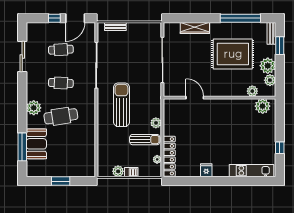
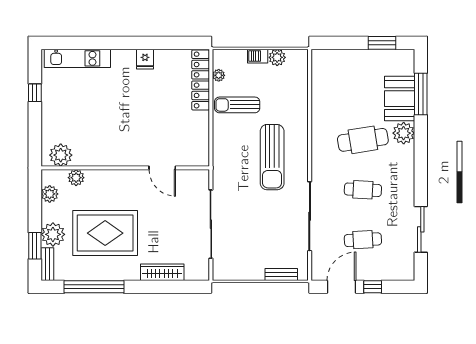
plant: (268, 66) -> (53, 234), moved
plant: (34, 108) -> (404, 133), moved
plant: (156, 123) -> (220, 130), removed
window: (61, 181) -> (382, 43), moved

